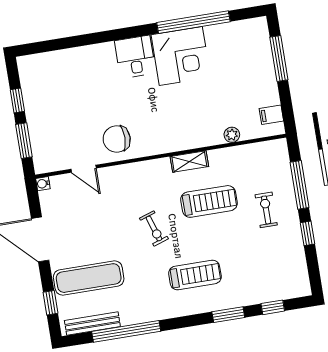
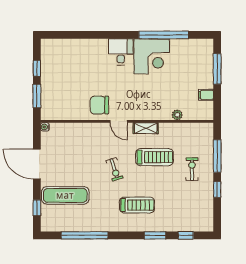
filing cabinet: (271, 115) -> (206, 95), moved
door: (84, 169) -> (119, 121), moved
bench: (92, 324) -> (63, 226), removed

